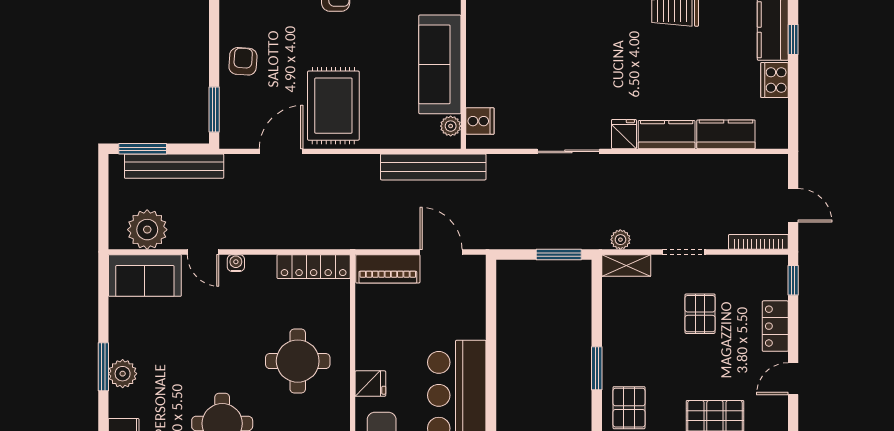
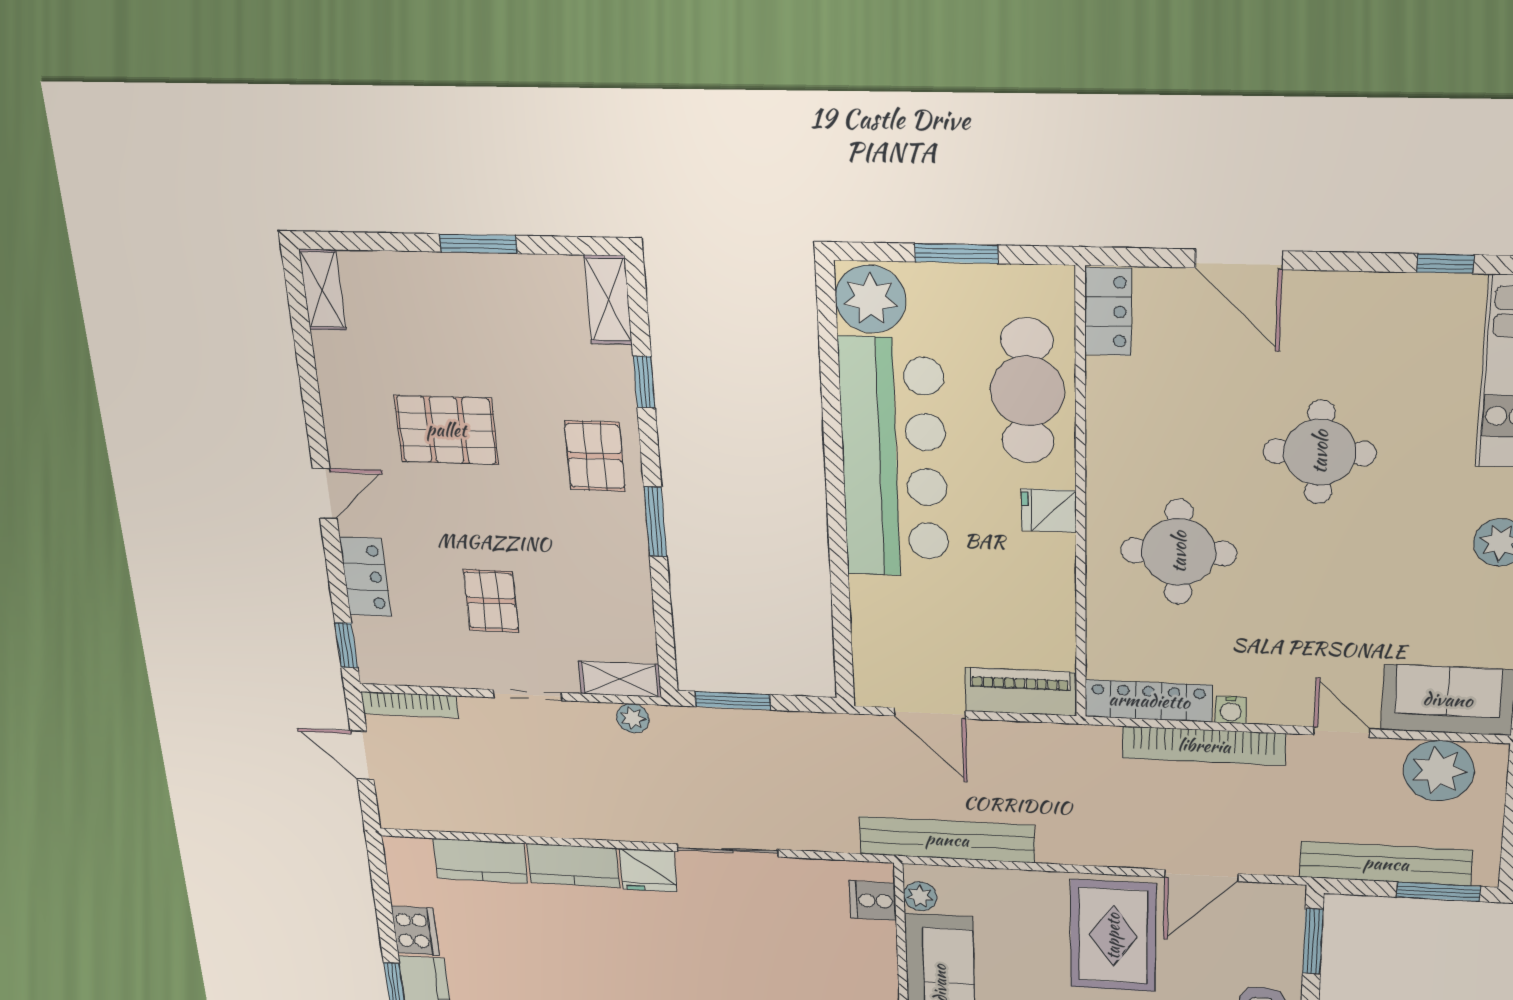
fridge: (624, 134) -> (648, 870), width x1.38
bookcase: (282, 239) -> (1204, 746), added
water cooler: (236, 263) -> (1231, 710), moved

